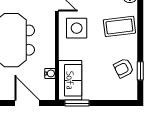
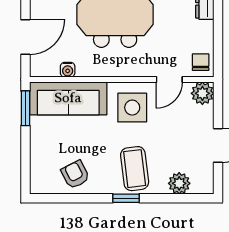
window: (140, 71) -> (126, 198), moved
sofa: (70, 80) -> (68, 98), width x1.36

